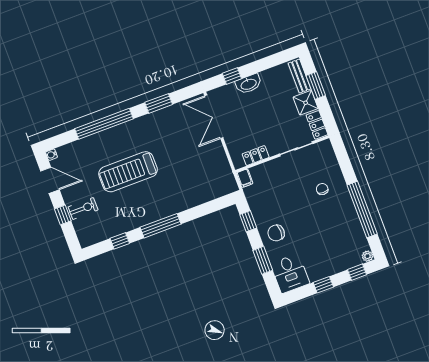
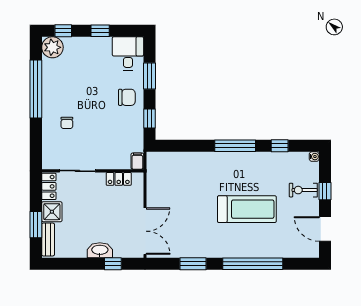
water cooler: (52, 155) -> (314, 157), moved
plant: (367, 256) -> (52, 47), width x1.88, depth x1.88

